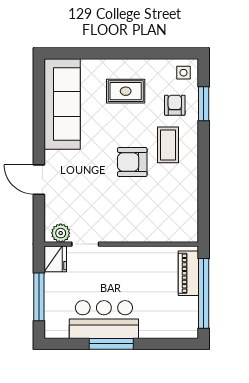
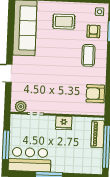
armchair: (132, 162) -> (95, 94), moved
fridge: (55, 259) -> (64, 123), moved, turned 90
bar counter: (104, 320) -> (30, 160), moved

